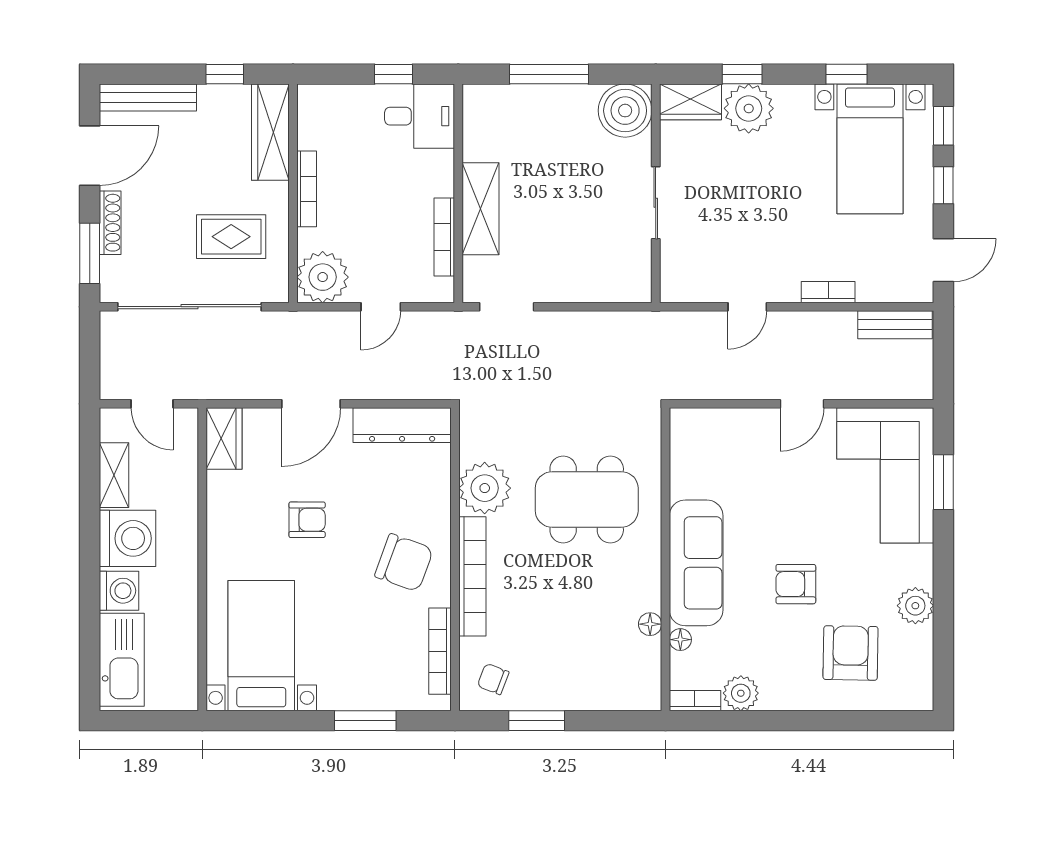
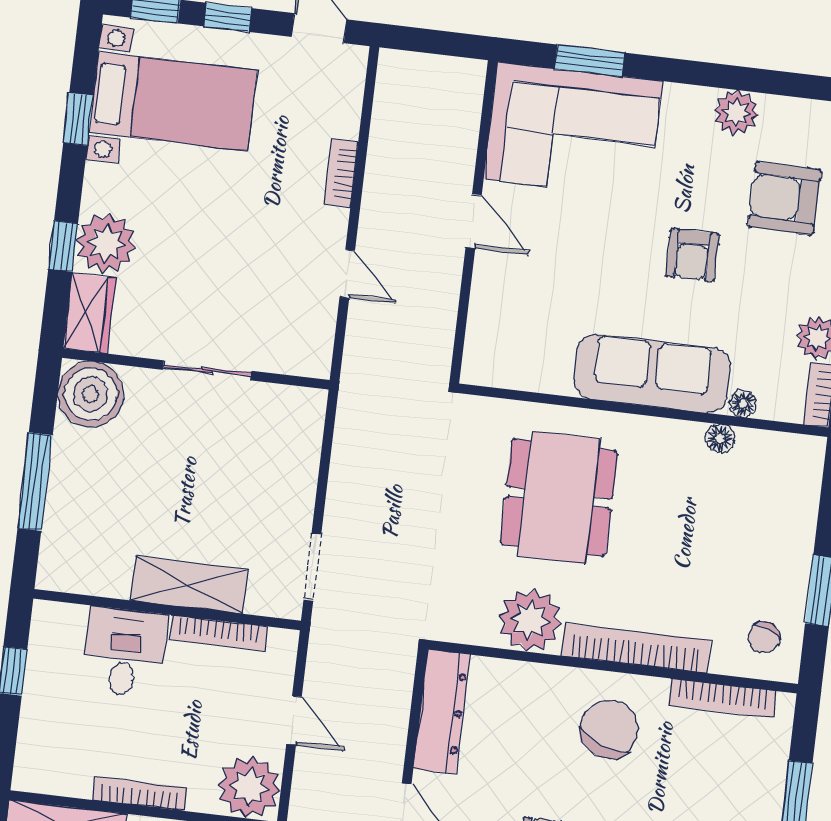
desk: (420, 116) -> (125, 652), moved
bench: (895, 325) -> (391, 96), removed

